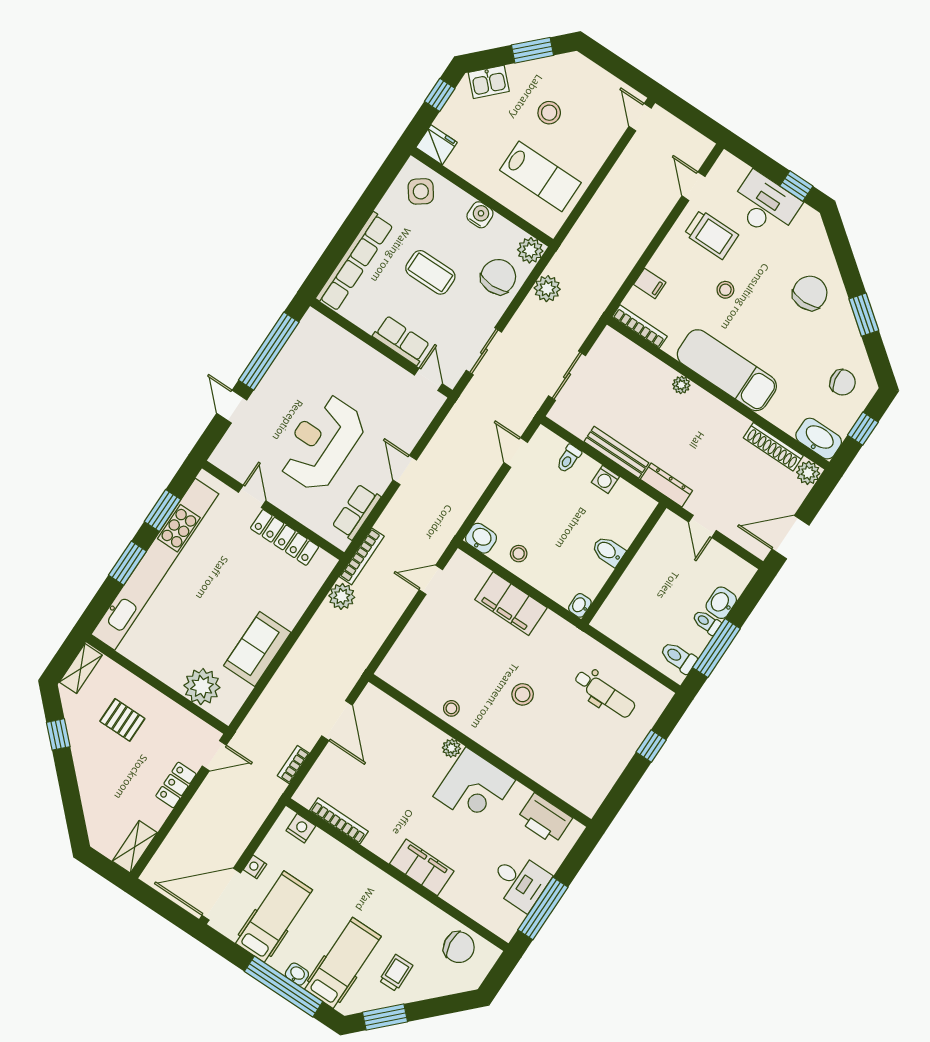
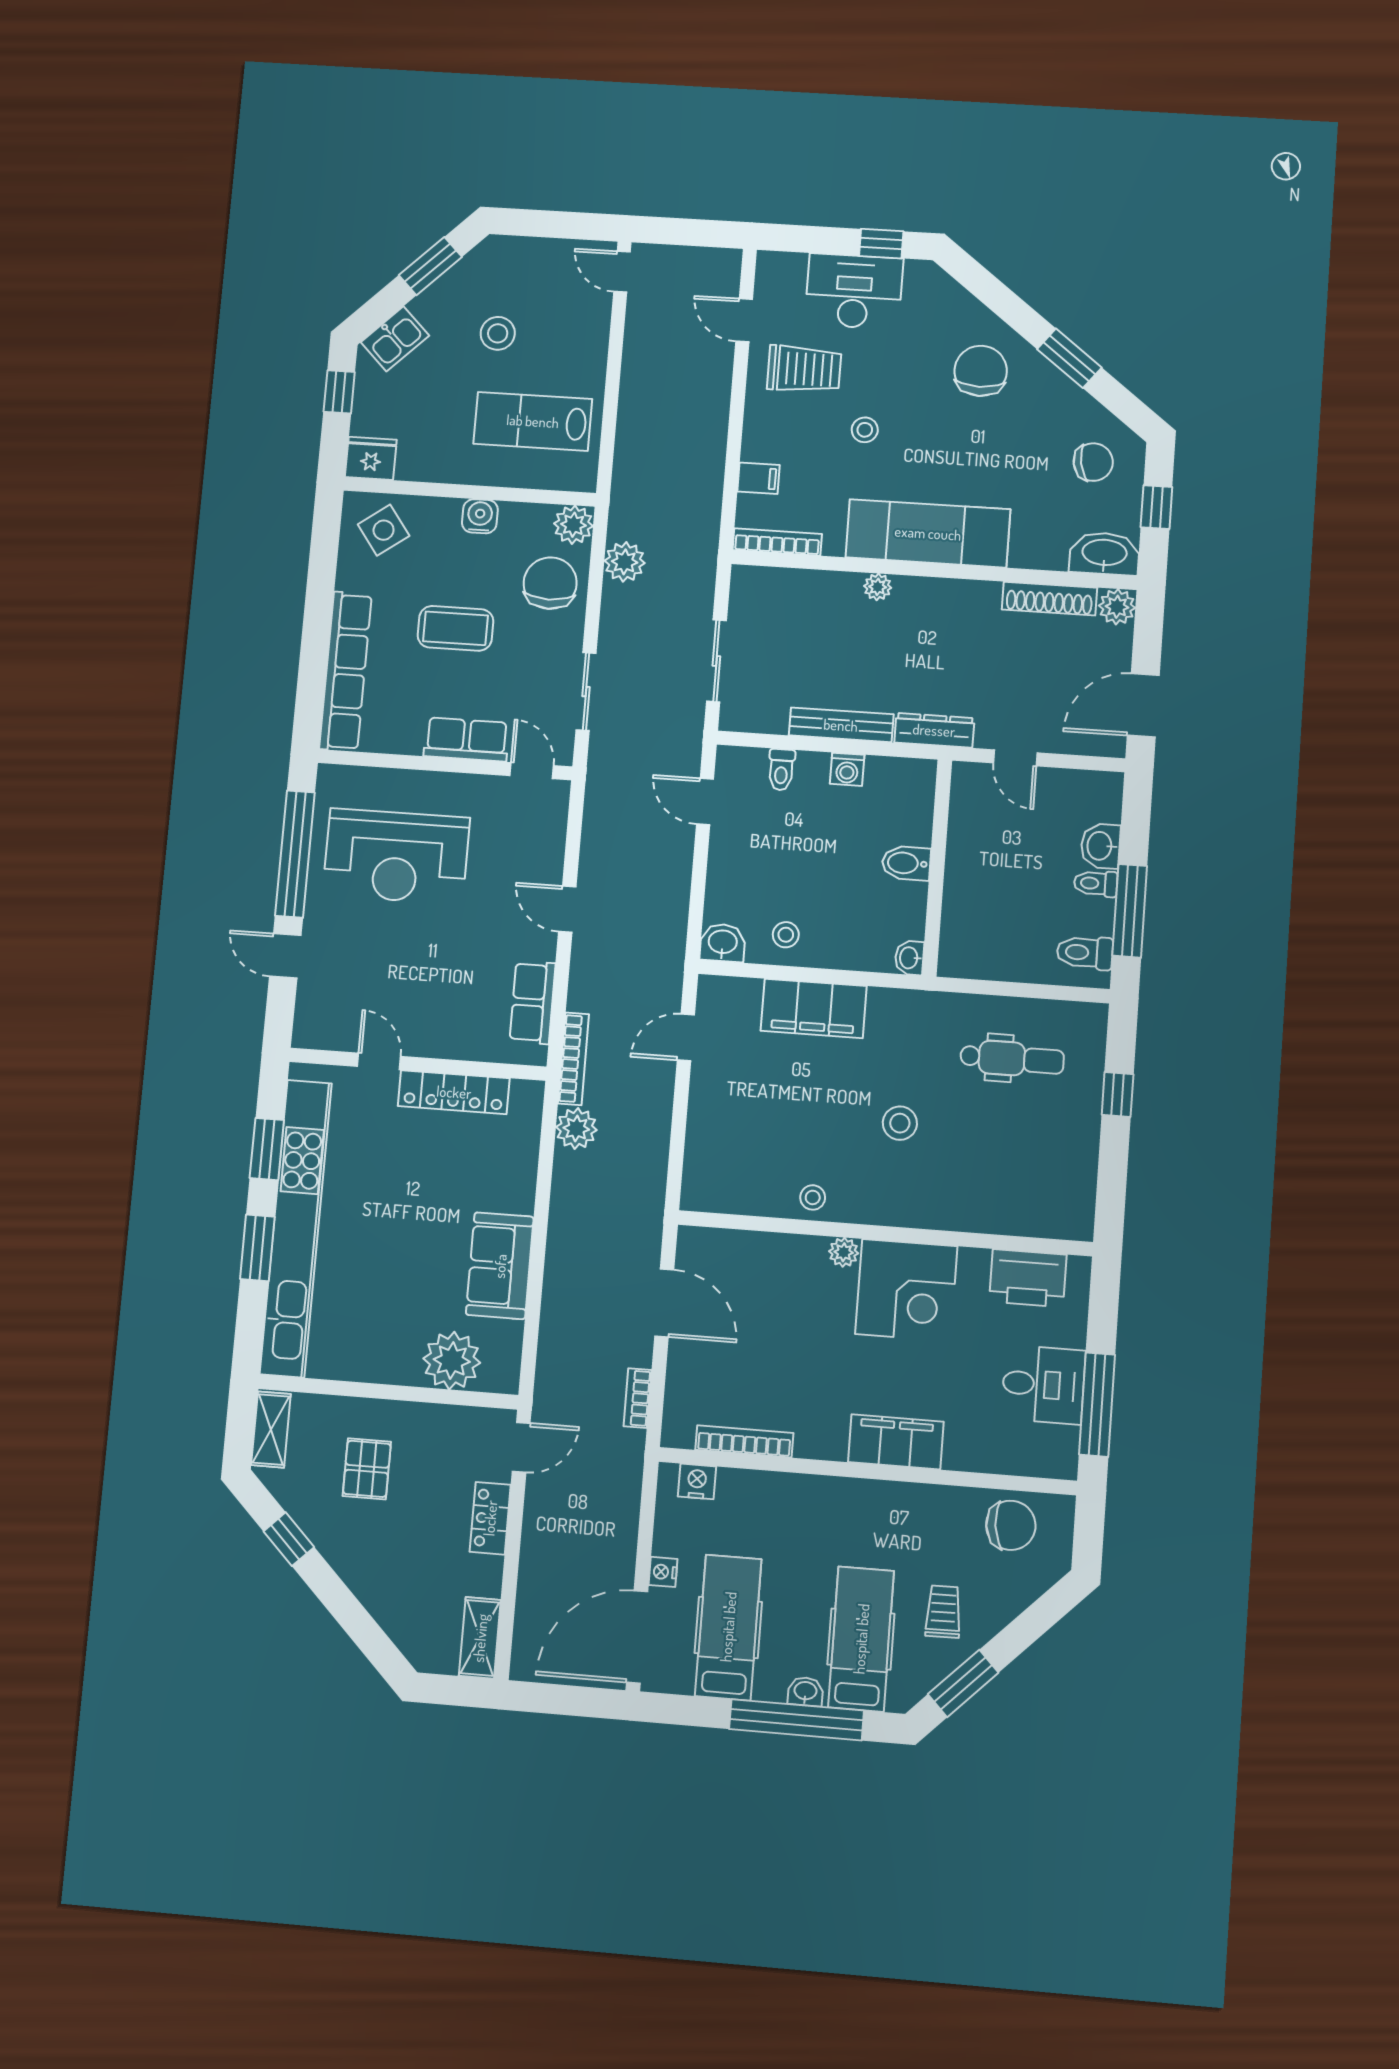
lab bench: (540, 176) -> (533, 421), turned 180
reception desk: (322, 443) -> (396, 856), moved, turned -90
pallet: (122, 720) -> (367, 1469), turned 90

